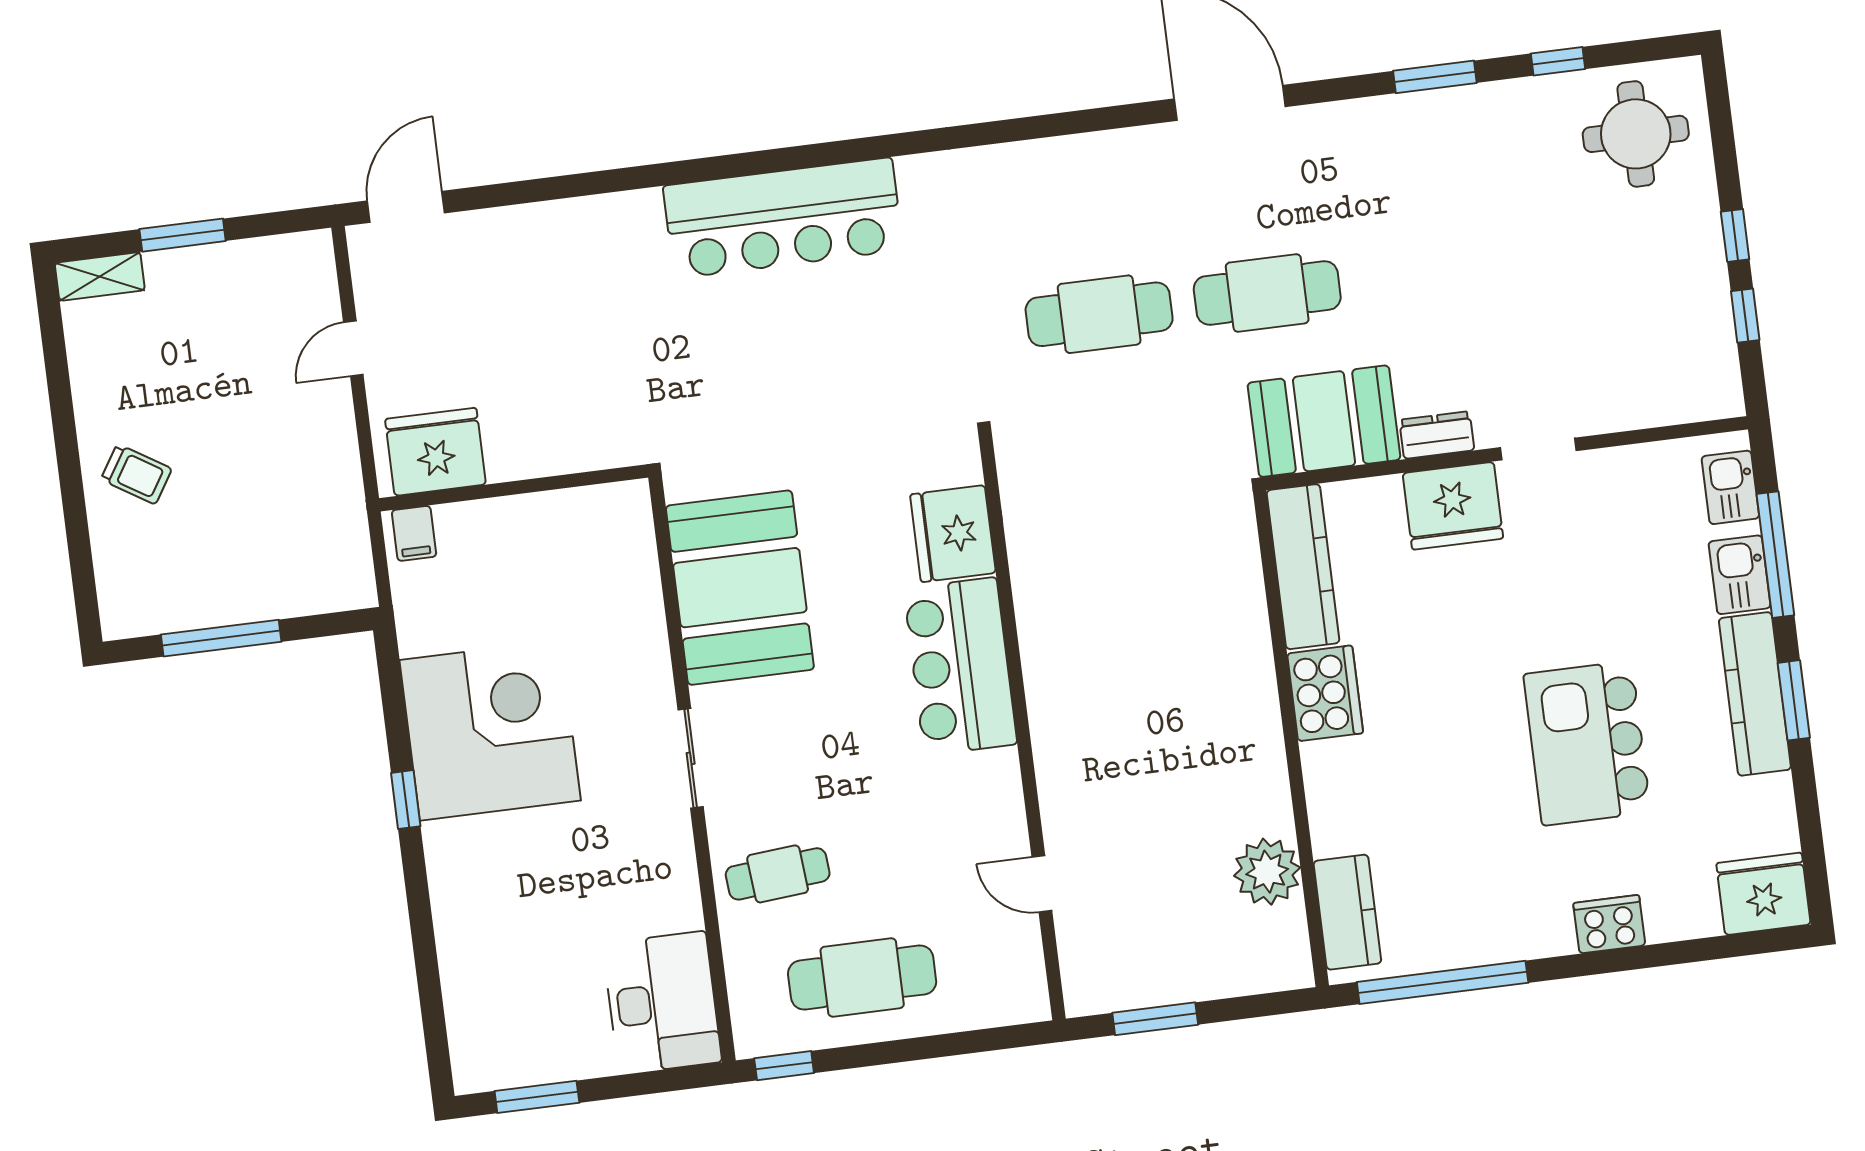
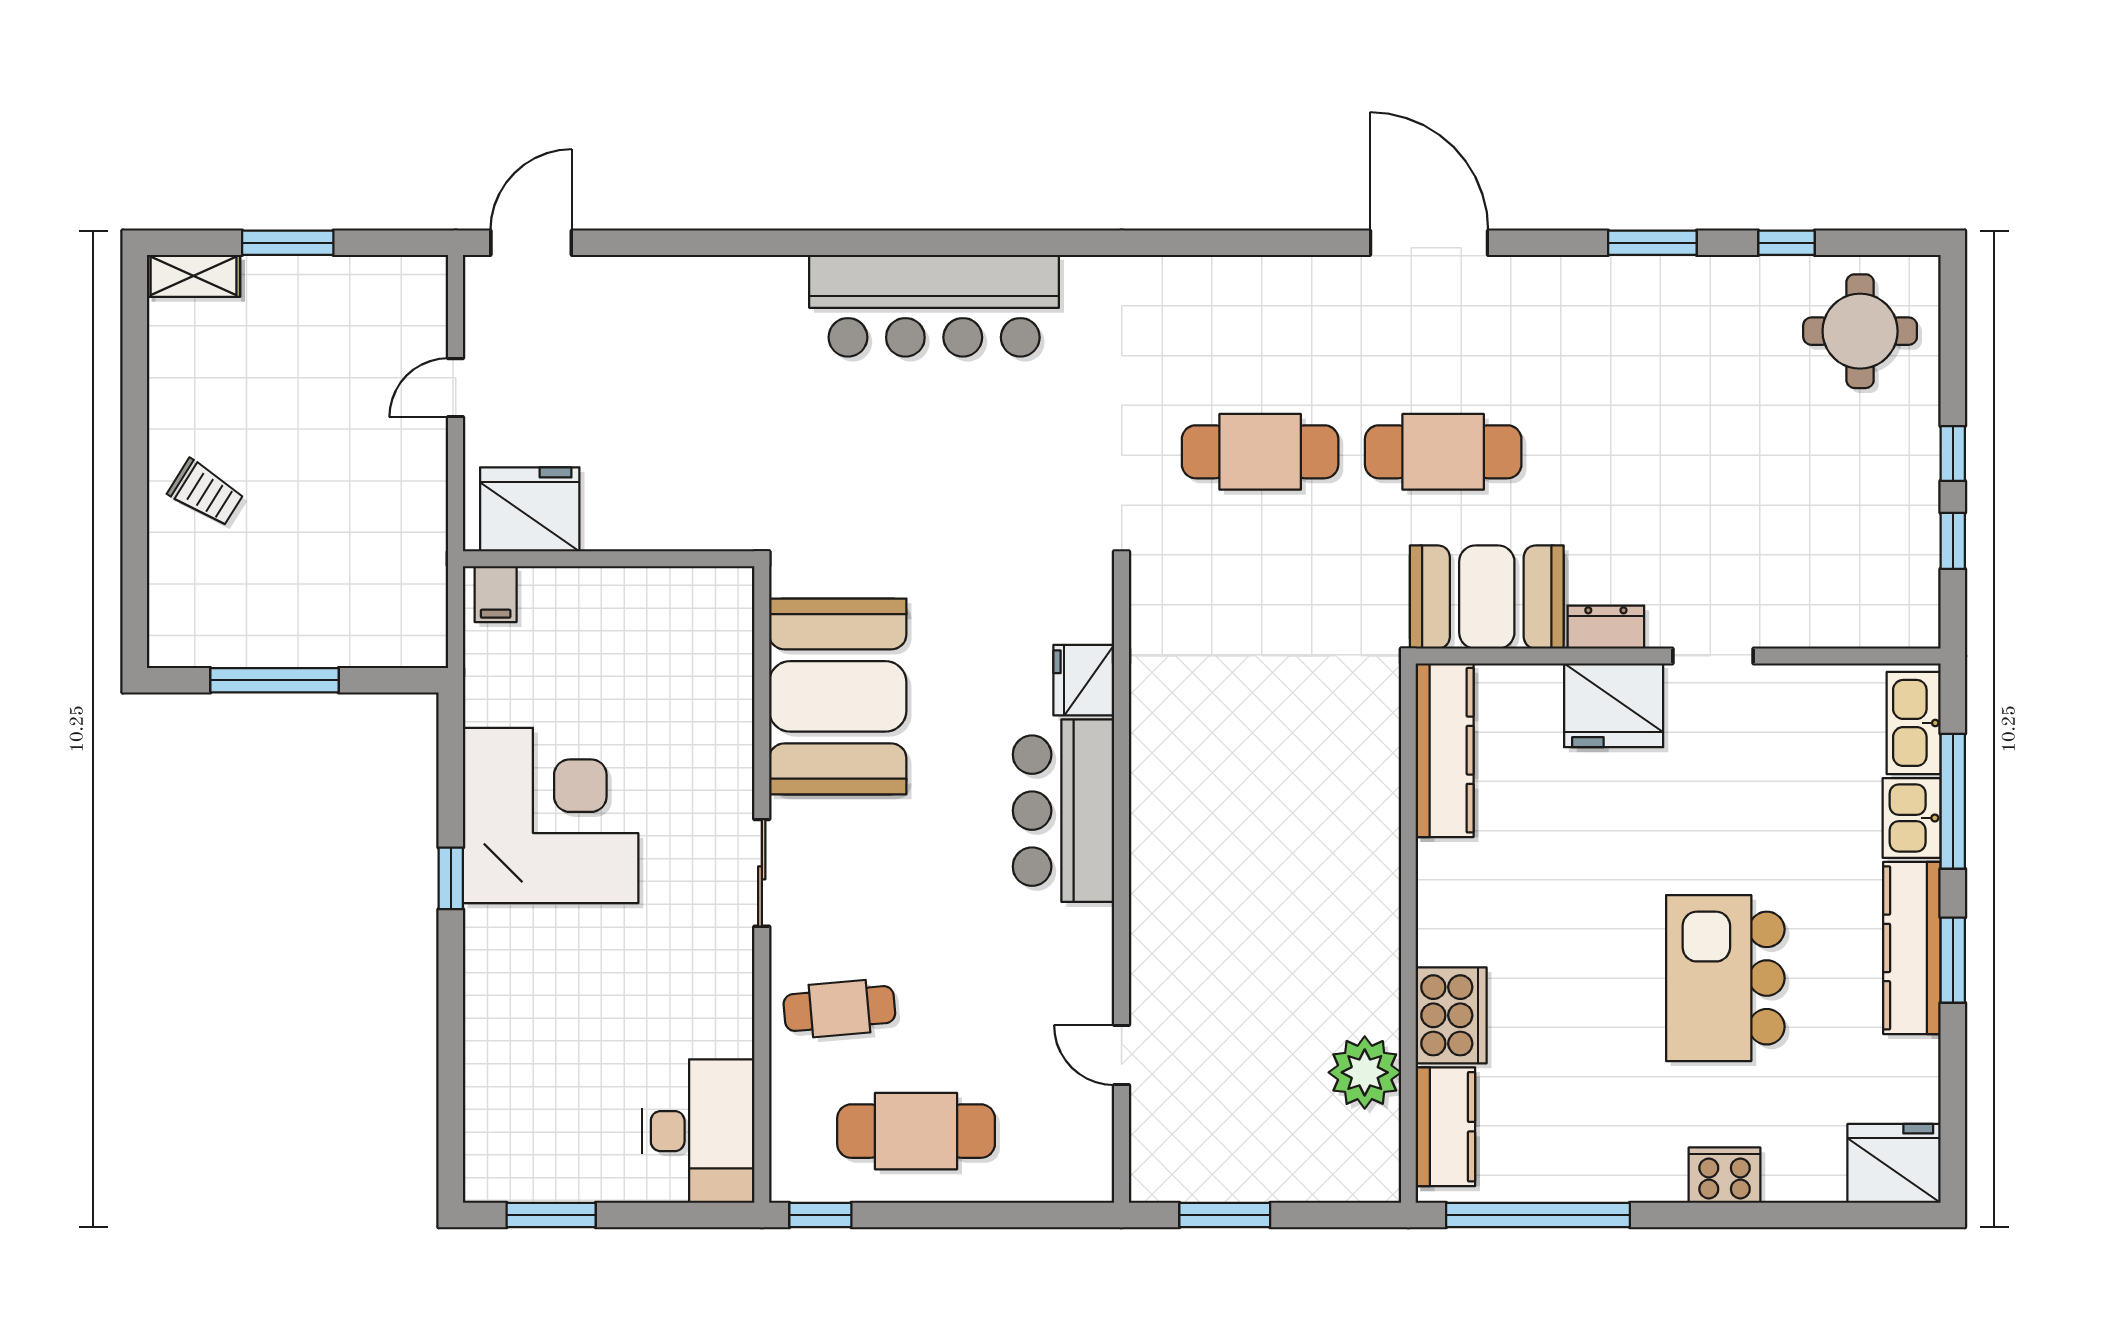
kitchen sink: (1730, 487) -> (1914, 723), width x1.38
fridge: (953, 534) -> (1084, 680), width x0.73, depth x0.75
cooker: (1325, 693) -> (1451, 1015), moved

